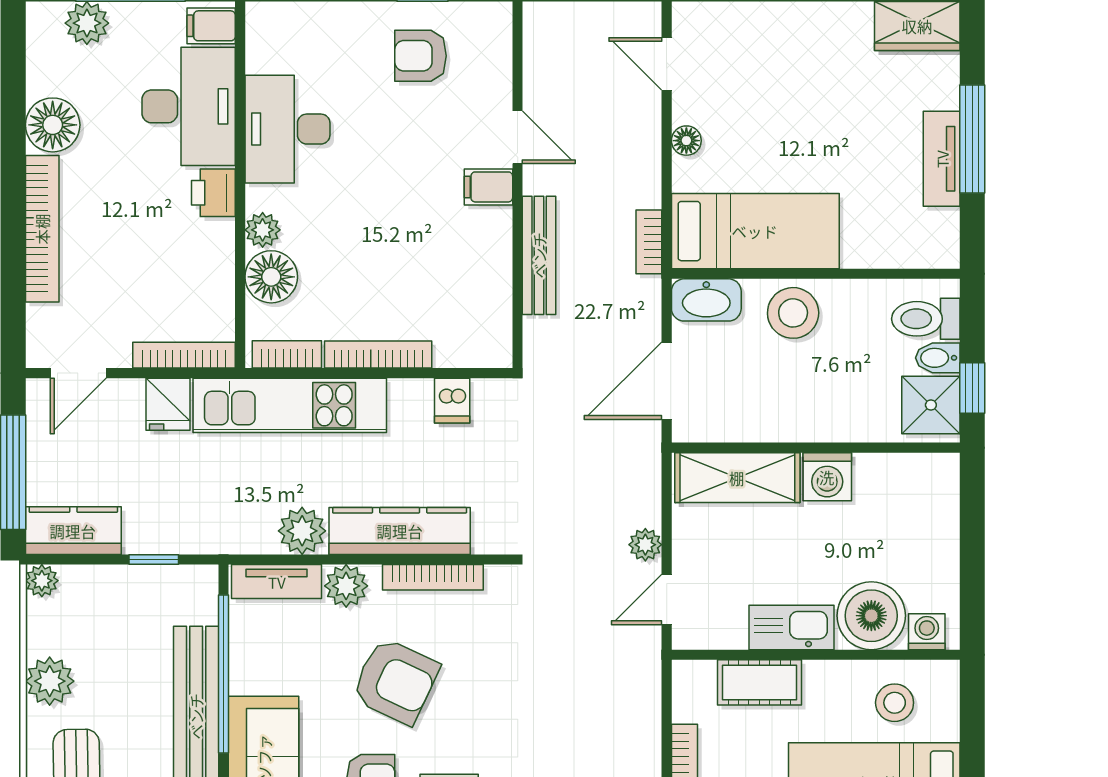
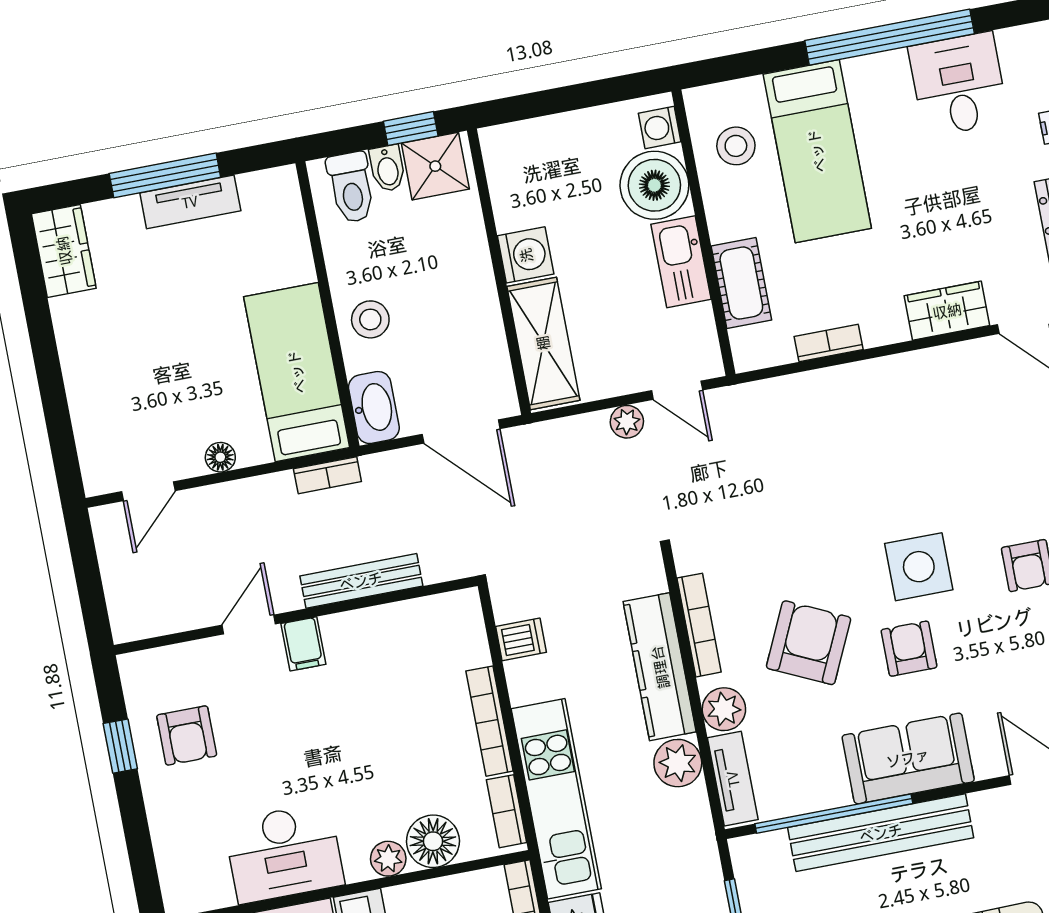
stool: (793, 313) -> (370, 319), width x0.73, depth x0.73

